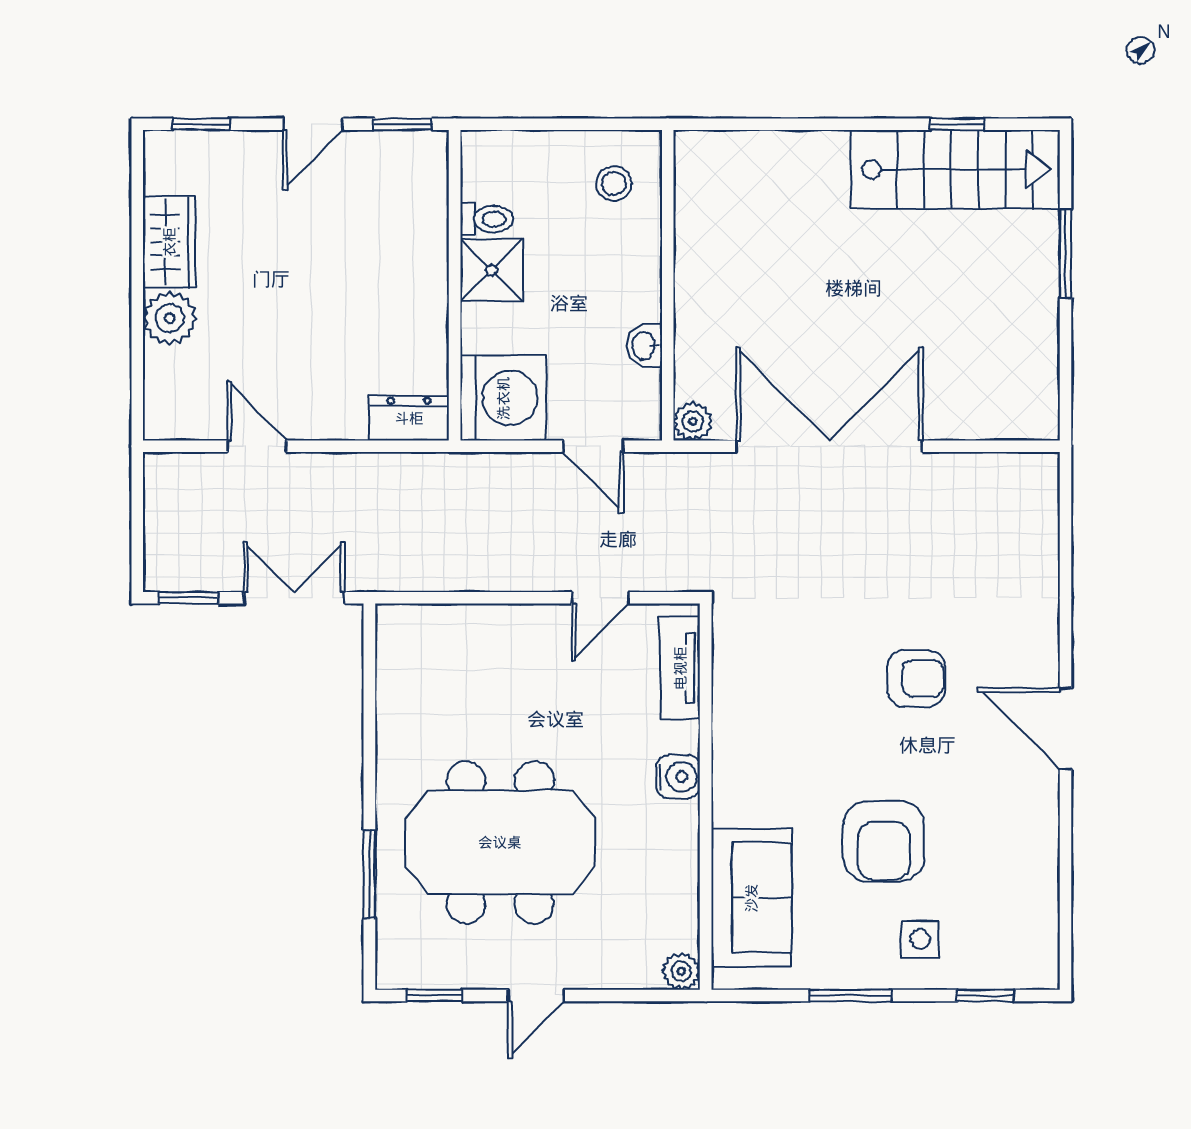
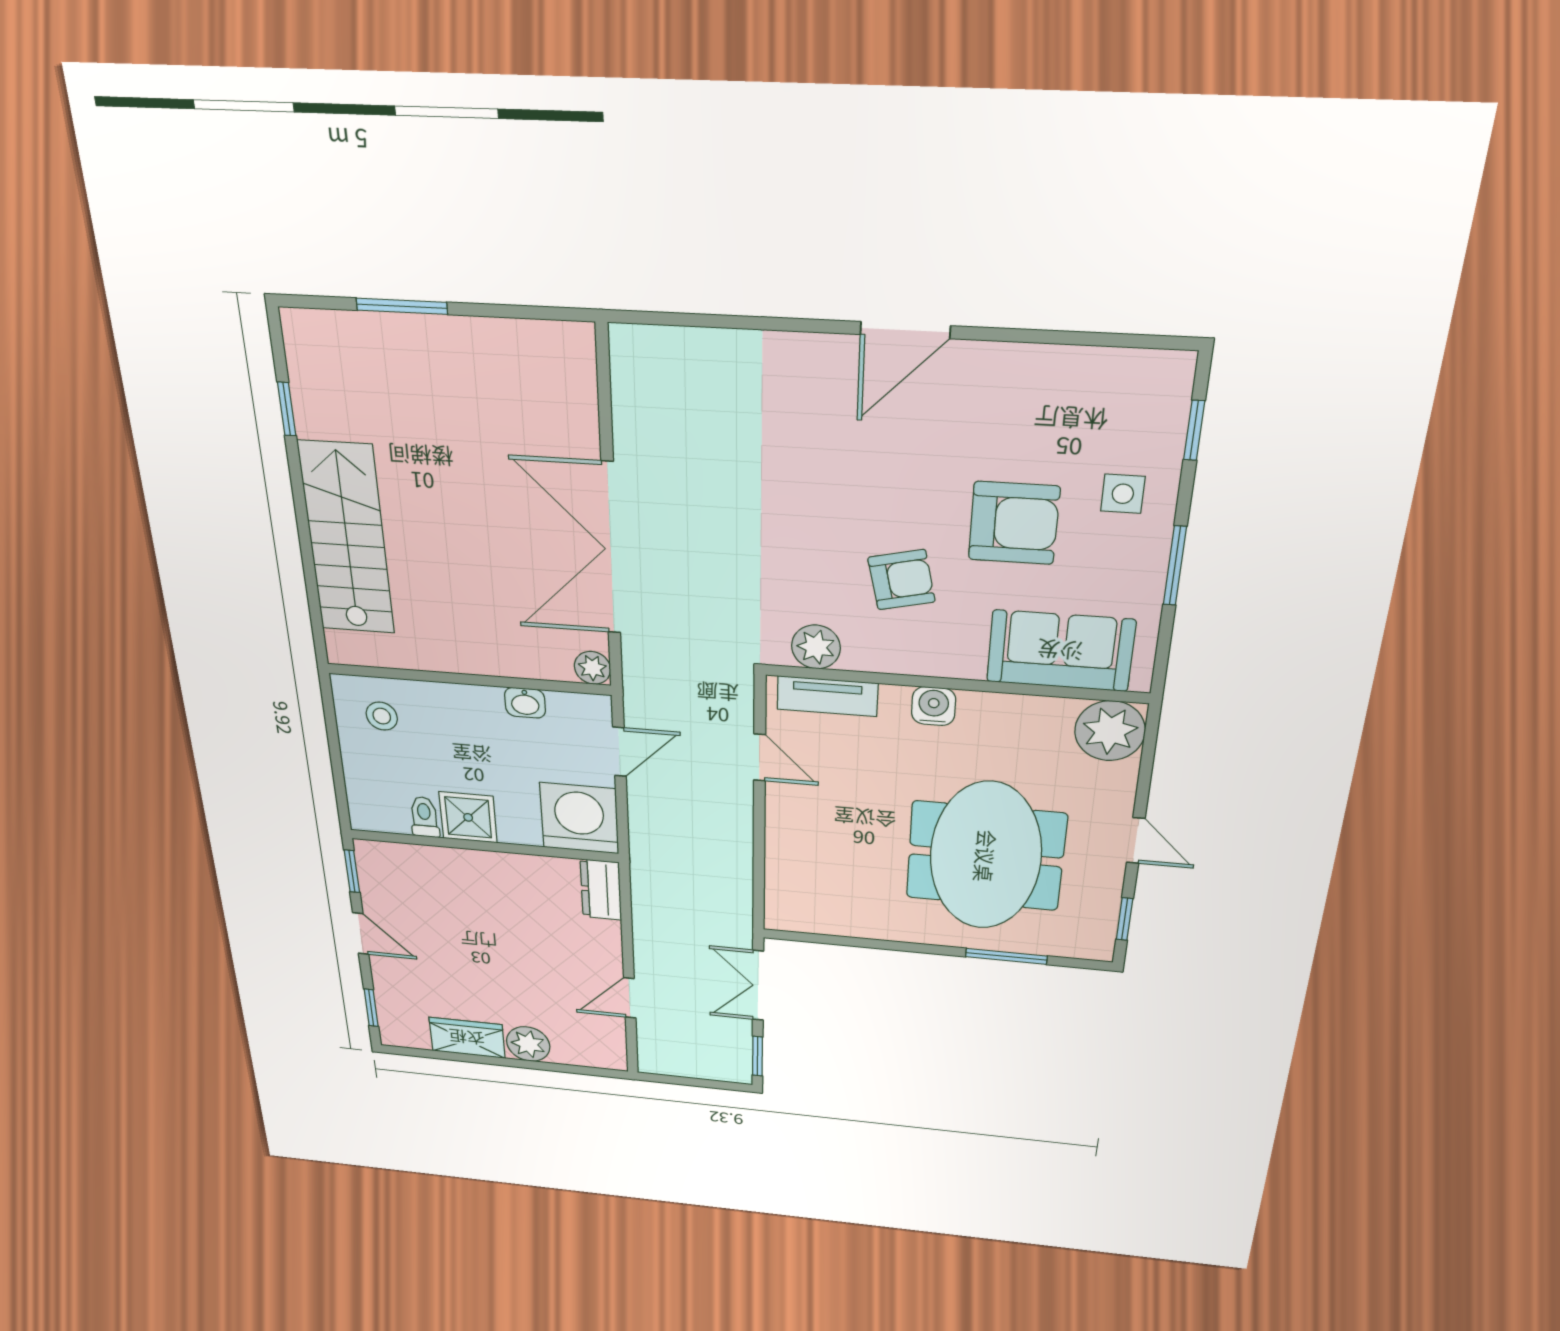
stairs: (955, 169) -> (347, 539), moved
plant: (736, 655) -> (816, 647), added
armchair: (916, 679) -> (902, 580), moved, turned 77
plant: (681, 971) -> (1110, 731), width x1.88, depth x1.88

